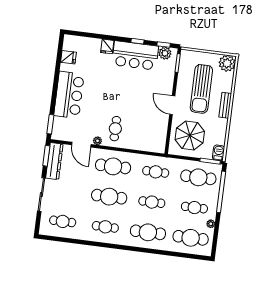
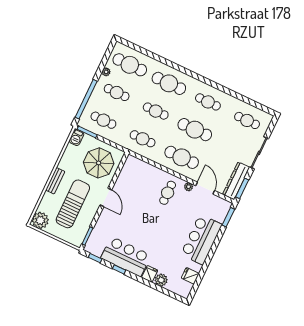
plant: (165, 53) -> (161, 280), moved
cafe table: (198, 177) -> (103, 120), width x0.73, depth x0.74

